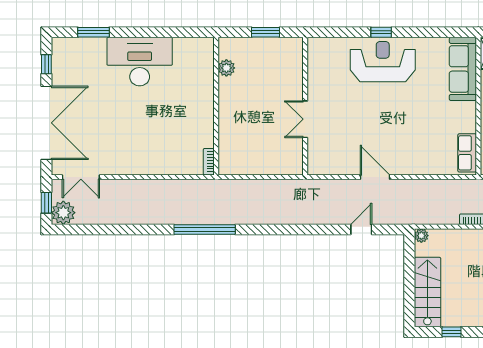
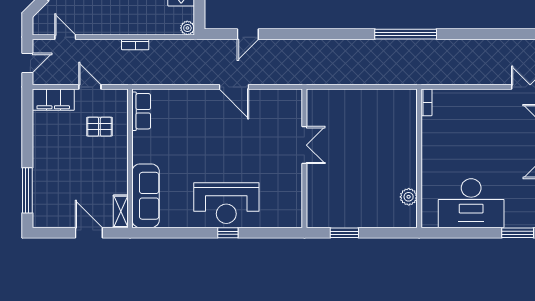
plant: (226, 68) -> (409, 197), moved
wall: (216, 106) -> (419, 158), moved
bookcase: (209, 162) -> (426, 102), moved

